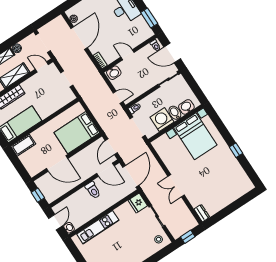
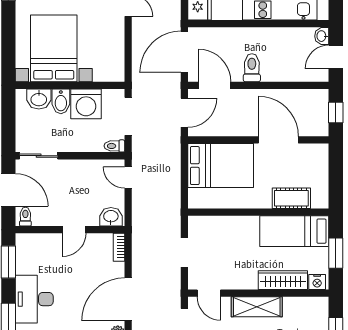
door: (128, 55) -> (74, 230), hinge flipped
cot: (23, 145) -> (291, 198), moved

